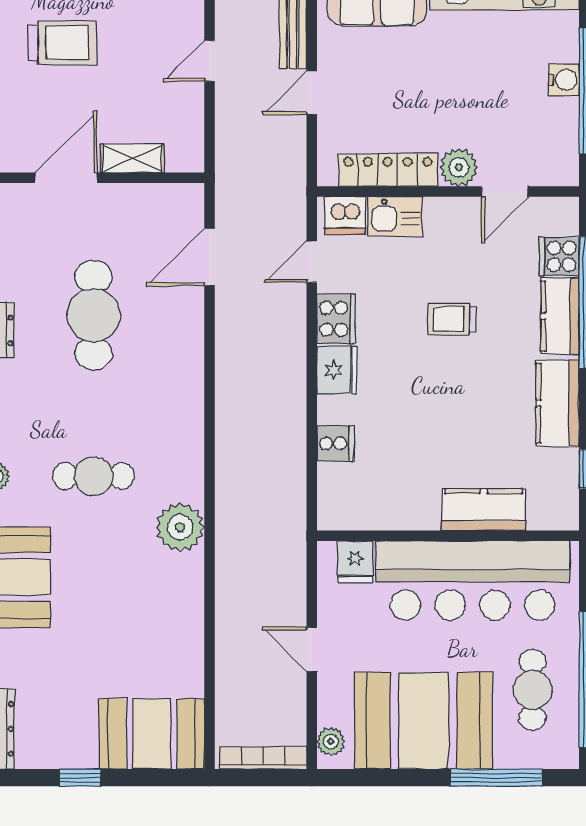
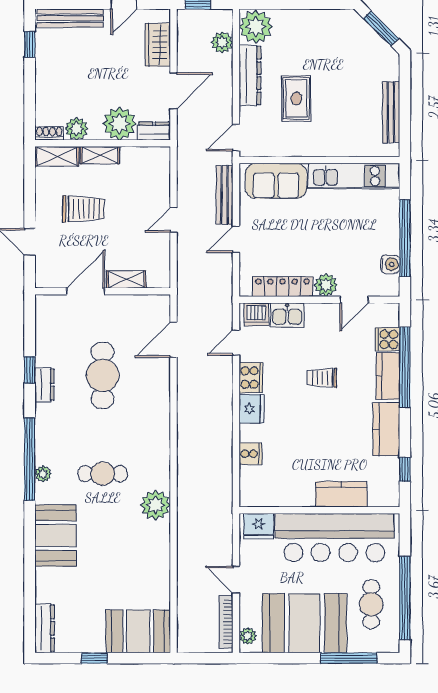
water cooler: (564, 80) -> (390, 264), moved
fridge: (355, 562) -> (258, 526), width x1.38
bookcase: (263, 758) -> (226, 622), moved, turned -90

